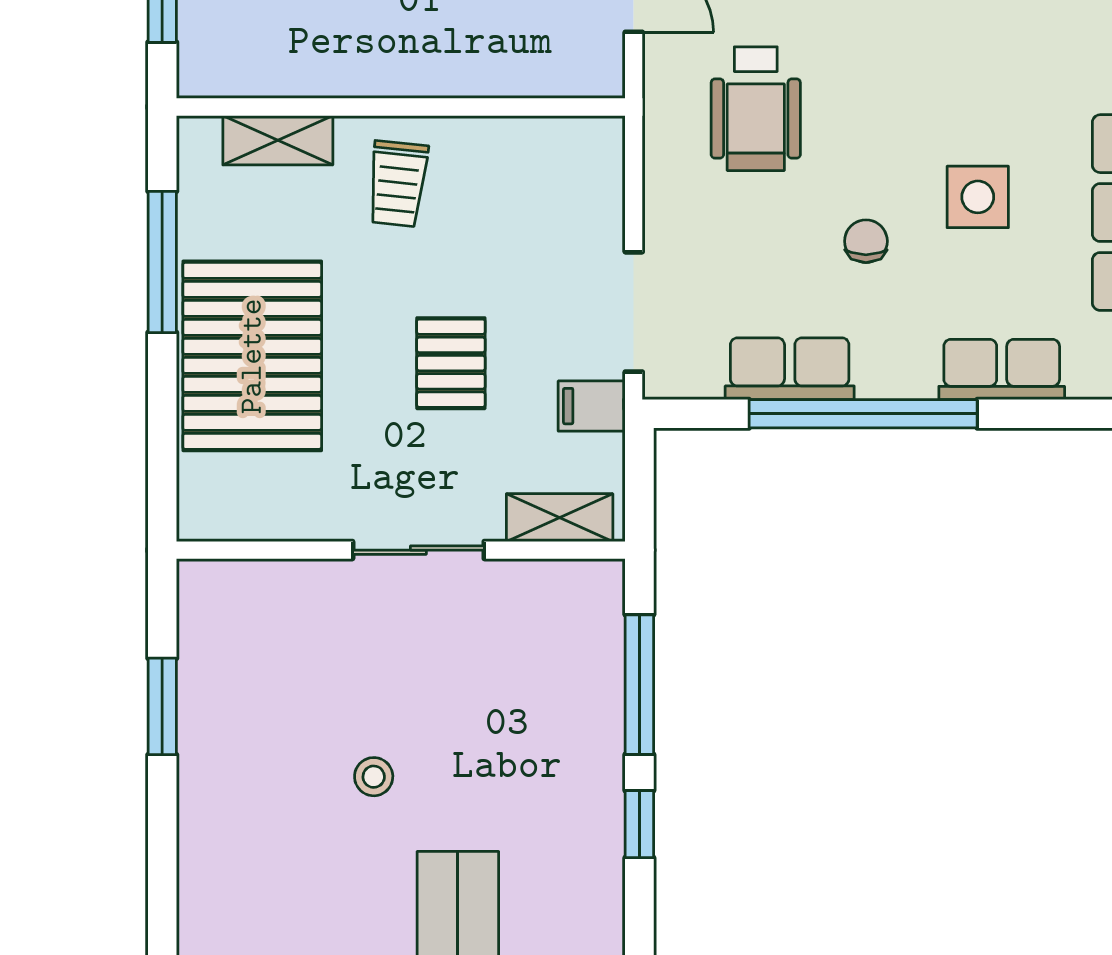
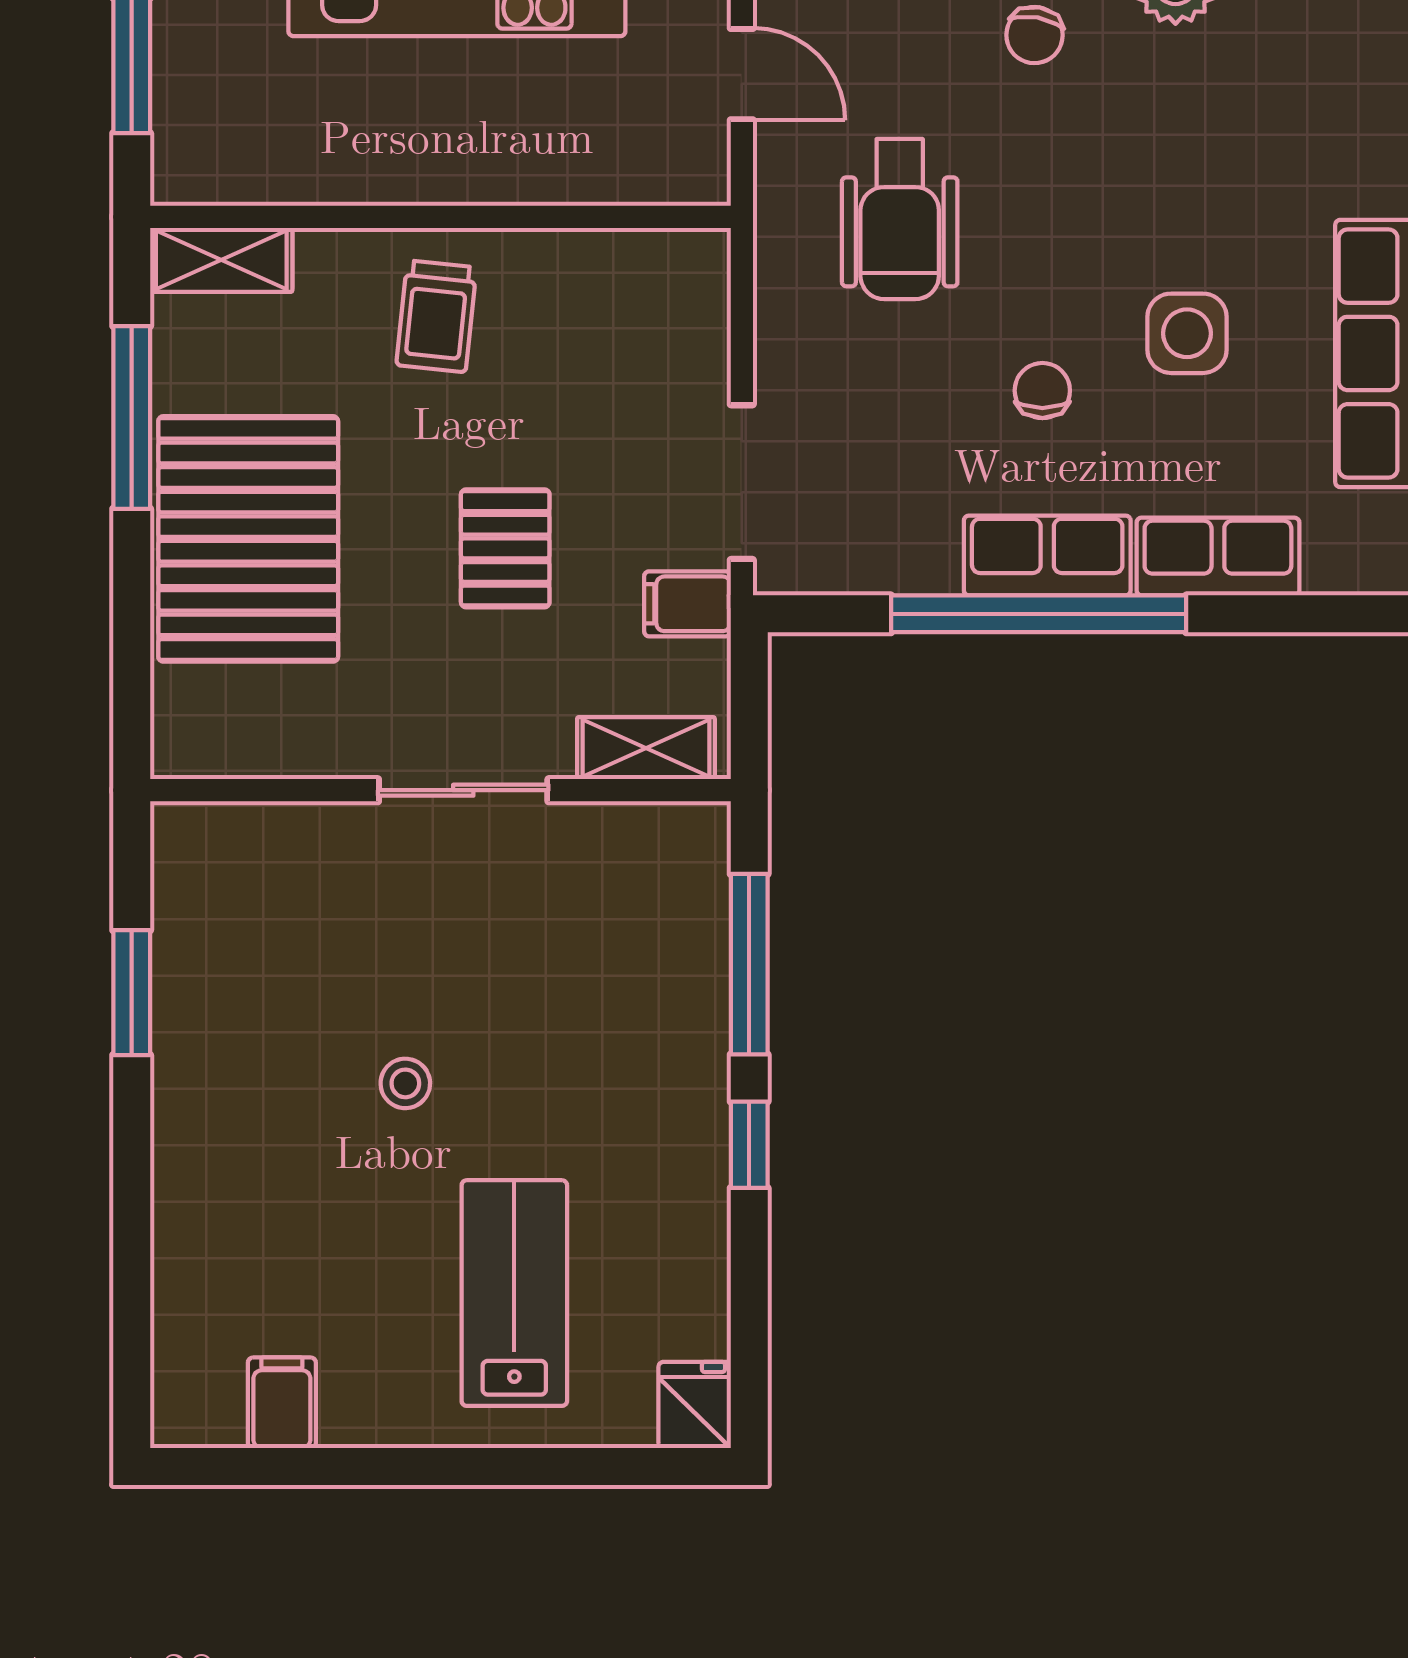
shelving: (278, 140) -> (221, 260), moved
row of seats: (790, 369) -> (1047, 556), moved

